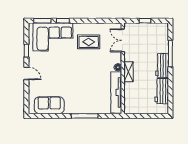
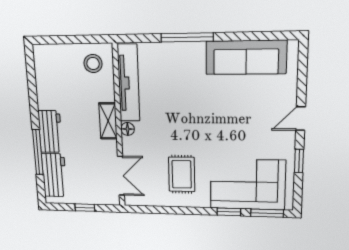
rug: (89, 42) -> (182, 174), turned 90
door: (26, 73) -> (301, 119), hinge flipped
workbench: (162, 91) -> (54, 175), moved
stool: (135, 103) -> (93, 64), added
sofa: (49, 105) -> (246, 57), width x1.36

